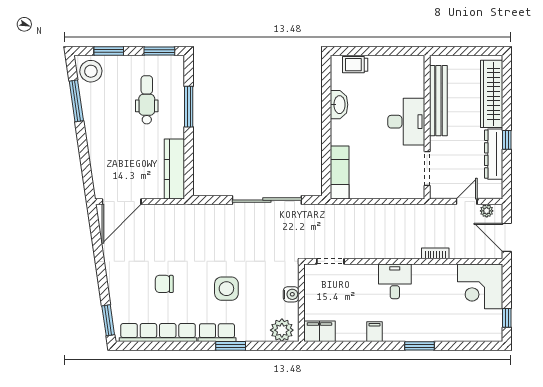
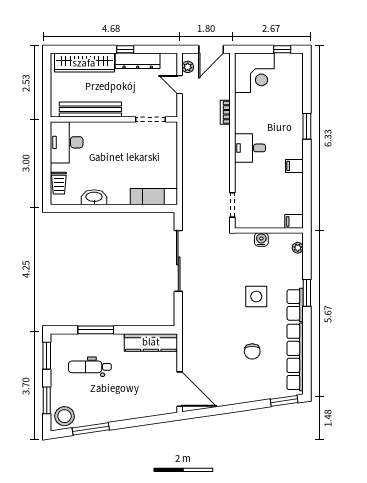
desk: (406, 122) -> (67, 142), moved, turned -90
plant: (282, 330) -> (298, 248), width x0.53, depth x0.53
filing cabinet: (319, 331) -> (294, 221), width x0.50

